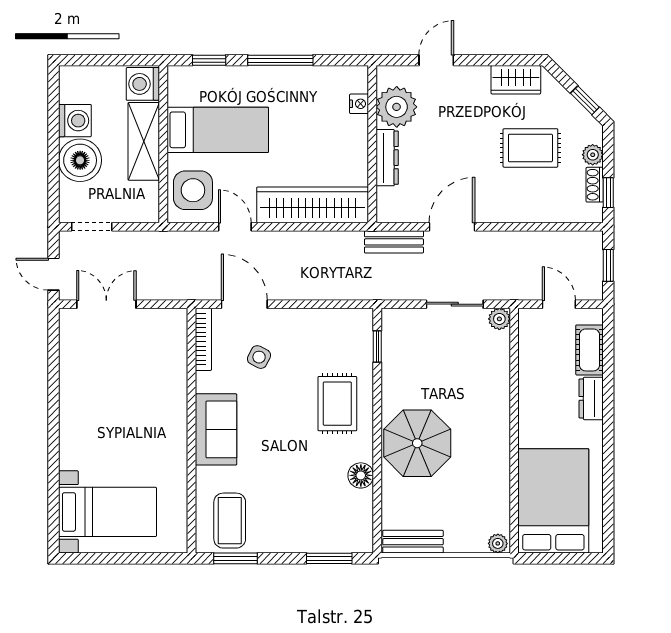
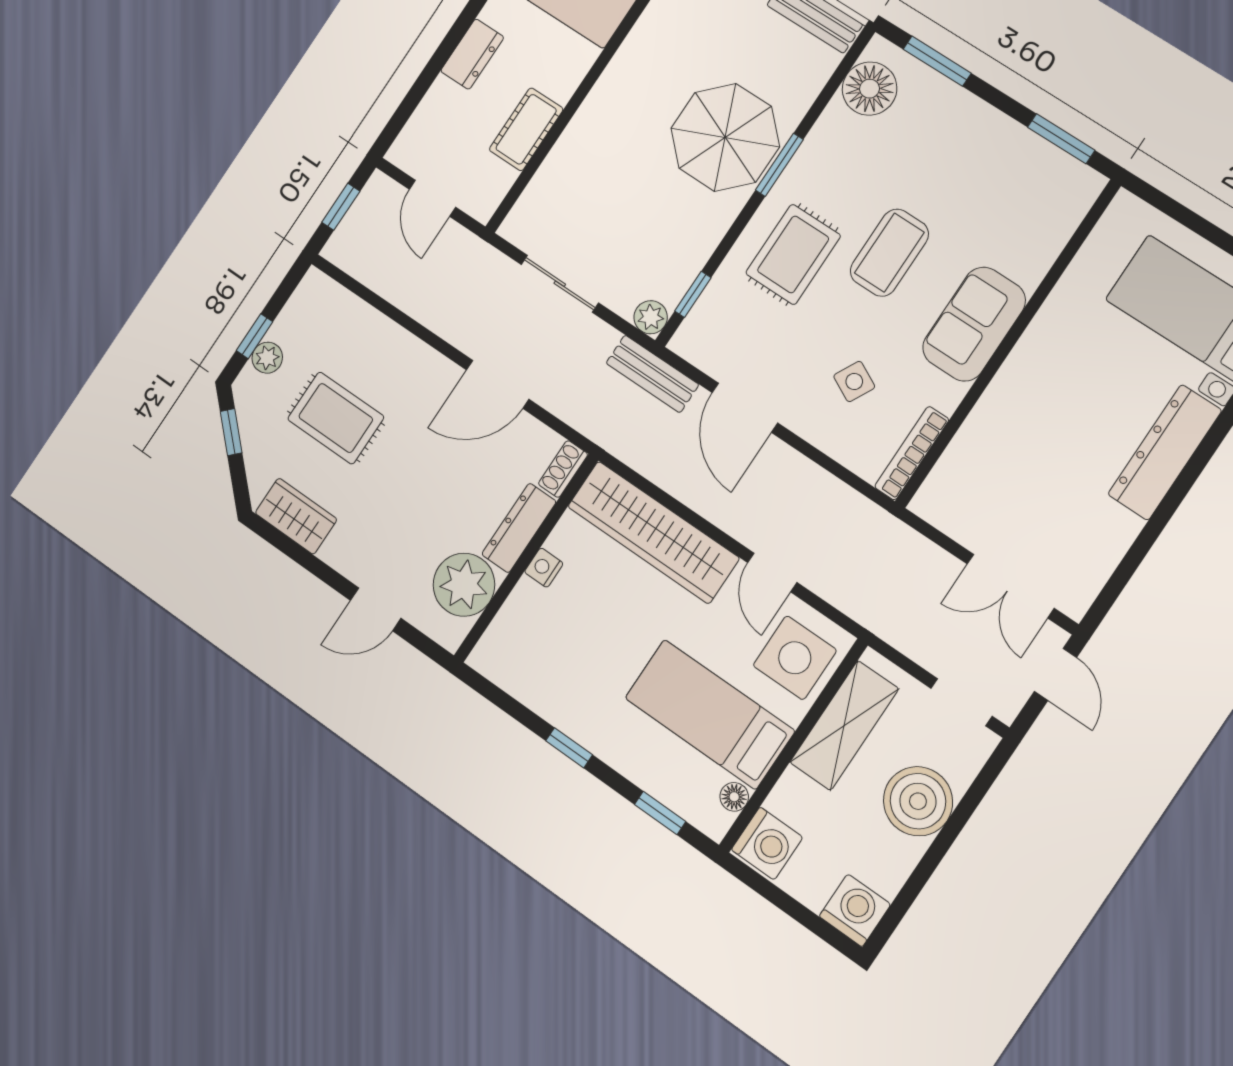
window: (280, 60) -> (569, 748), width x0.46
floor lamp: (176, 96) -> (734, 797), added
nightstand: (359, 104) -> (544, 568), moved
washing machine: (75, 121) -> (855, 910), moved, turned 90
shelving: (144, 141) -> (844, 726), moved
shoe rack: (595, 185) -> (563, 469), moved, turned 180
window: (608, 193) -> (255, 336), moved
bench: (394, 242) -> (652, 374), moved
door: (244, 304) -> (745, 408), moved
plant: (499, 319) -> (651, 317), moved
cot: (589, 350) -> (526, 129), moved
dresser: (73, 427) -> (1165, 452), added
window: (377, 447) -> (779, 165), added
floor lamp: (361, 475) -> (870, 89), moved, width x1.38, depth x1.38
coffee table: (230, 521) -> (889, 253), moved

